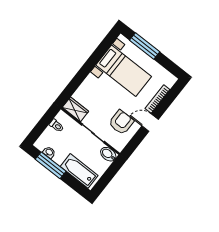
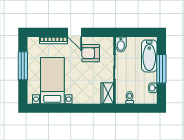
window: (145, 46) -> (23, 66), moved
window: (51, 165) -> (161, 69), moved

